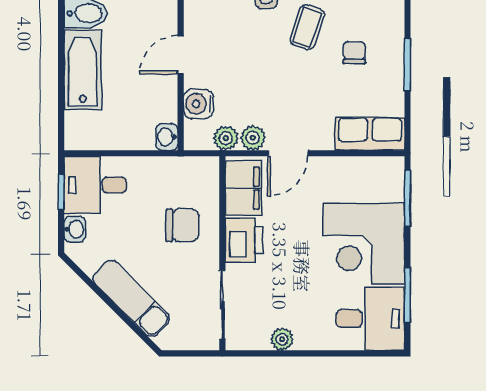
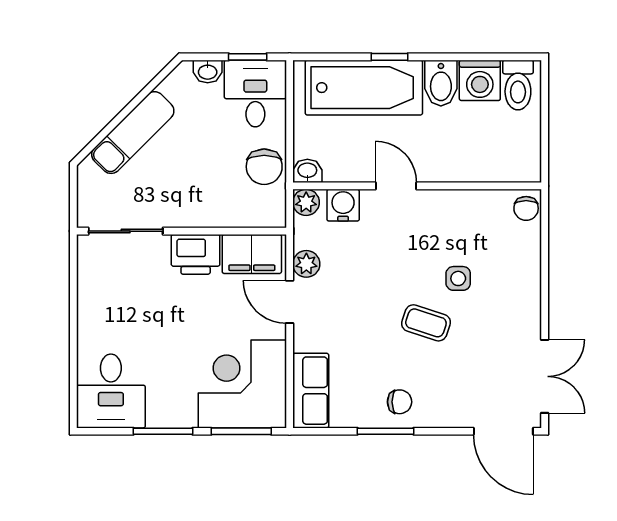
chair: (354, 53) -> (400, 402), moved
window: (61, 61) -> (389, 57), added
bathtub: (83, 70) -> (364, 88), width x1.36, depth x1.36
plant: (226, 138) -> (306, 202), moved
chair: (182, 225) -> (264, 167), moved
corner desk: (364, 244) -> (242, 384), moved
window: (407, 295) -> (163, 431), moved
plant: (282, 339) -> (89, 296), removed

